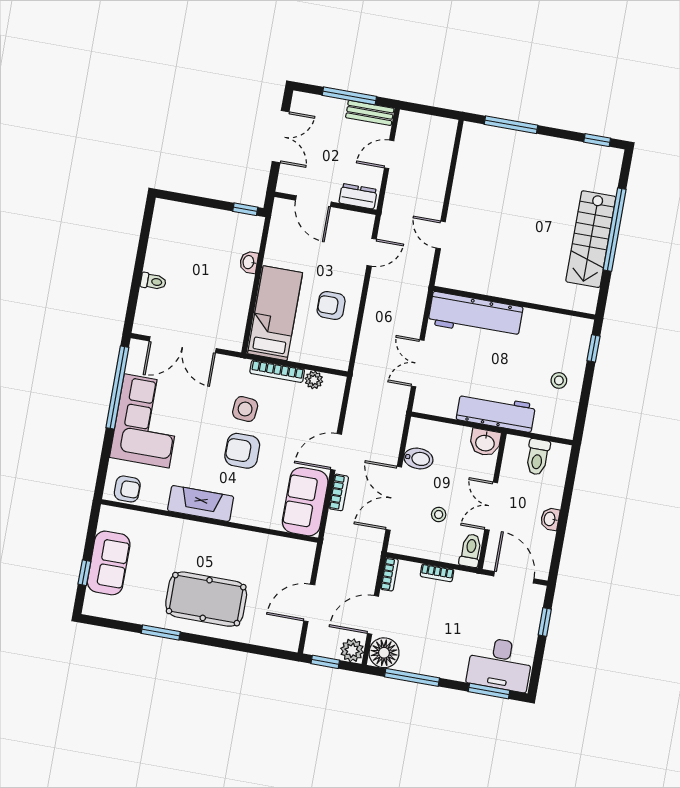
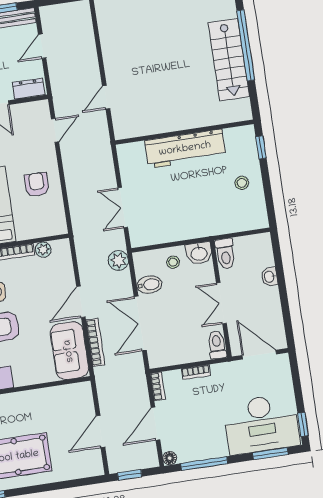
door: (441, 235) -> (106, 97), hinge flipped
armchair: (331, 305) -> (37, 185), turned 90
workbench: (475, 315) -> (185, 149), moved
workbench: (496, 412) -> (199, 226), removed
toilet: (538, 457) -> (225, 254), moved
bookcase: (339, 492) -> (95, 342), width x1.56
stool: (439, 514) -> (173, 262), moved
washbasin: (550, 519) -> (269, 277), moved
window: (545, 622) -> (303, 424), moved
plant: (352, 650) -> (118, 260), moved
floor lamp: (384, 653) -> (170, 458), width x0.53, depth x0.53
desk: (500, 664) -> (261, 424), width x1.36, depth x1.30

